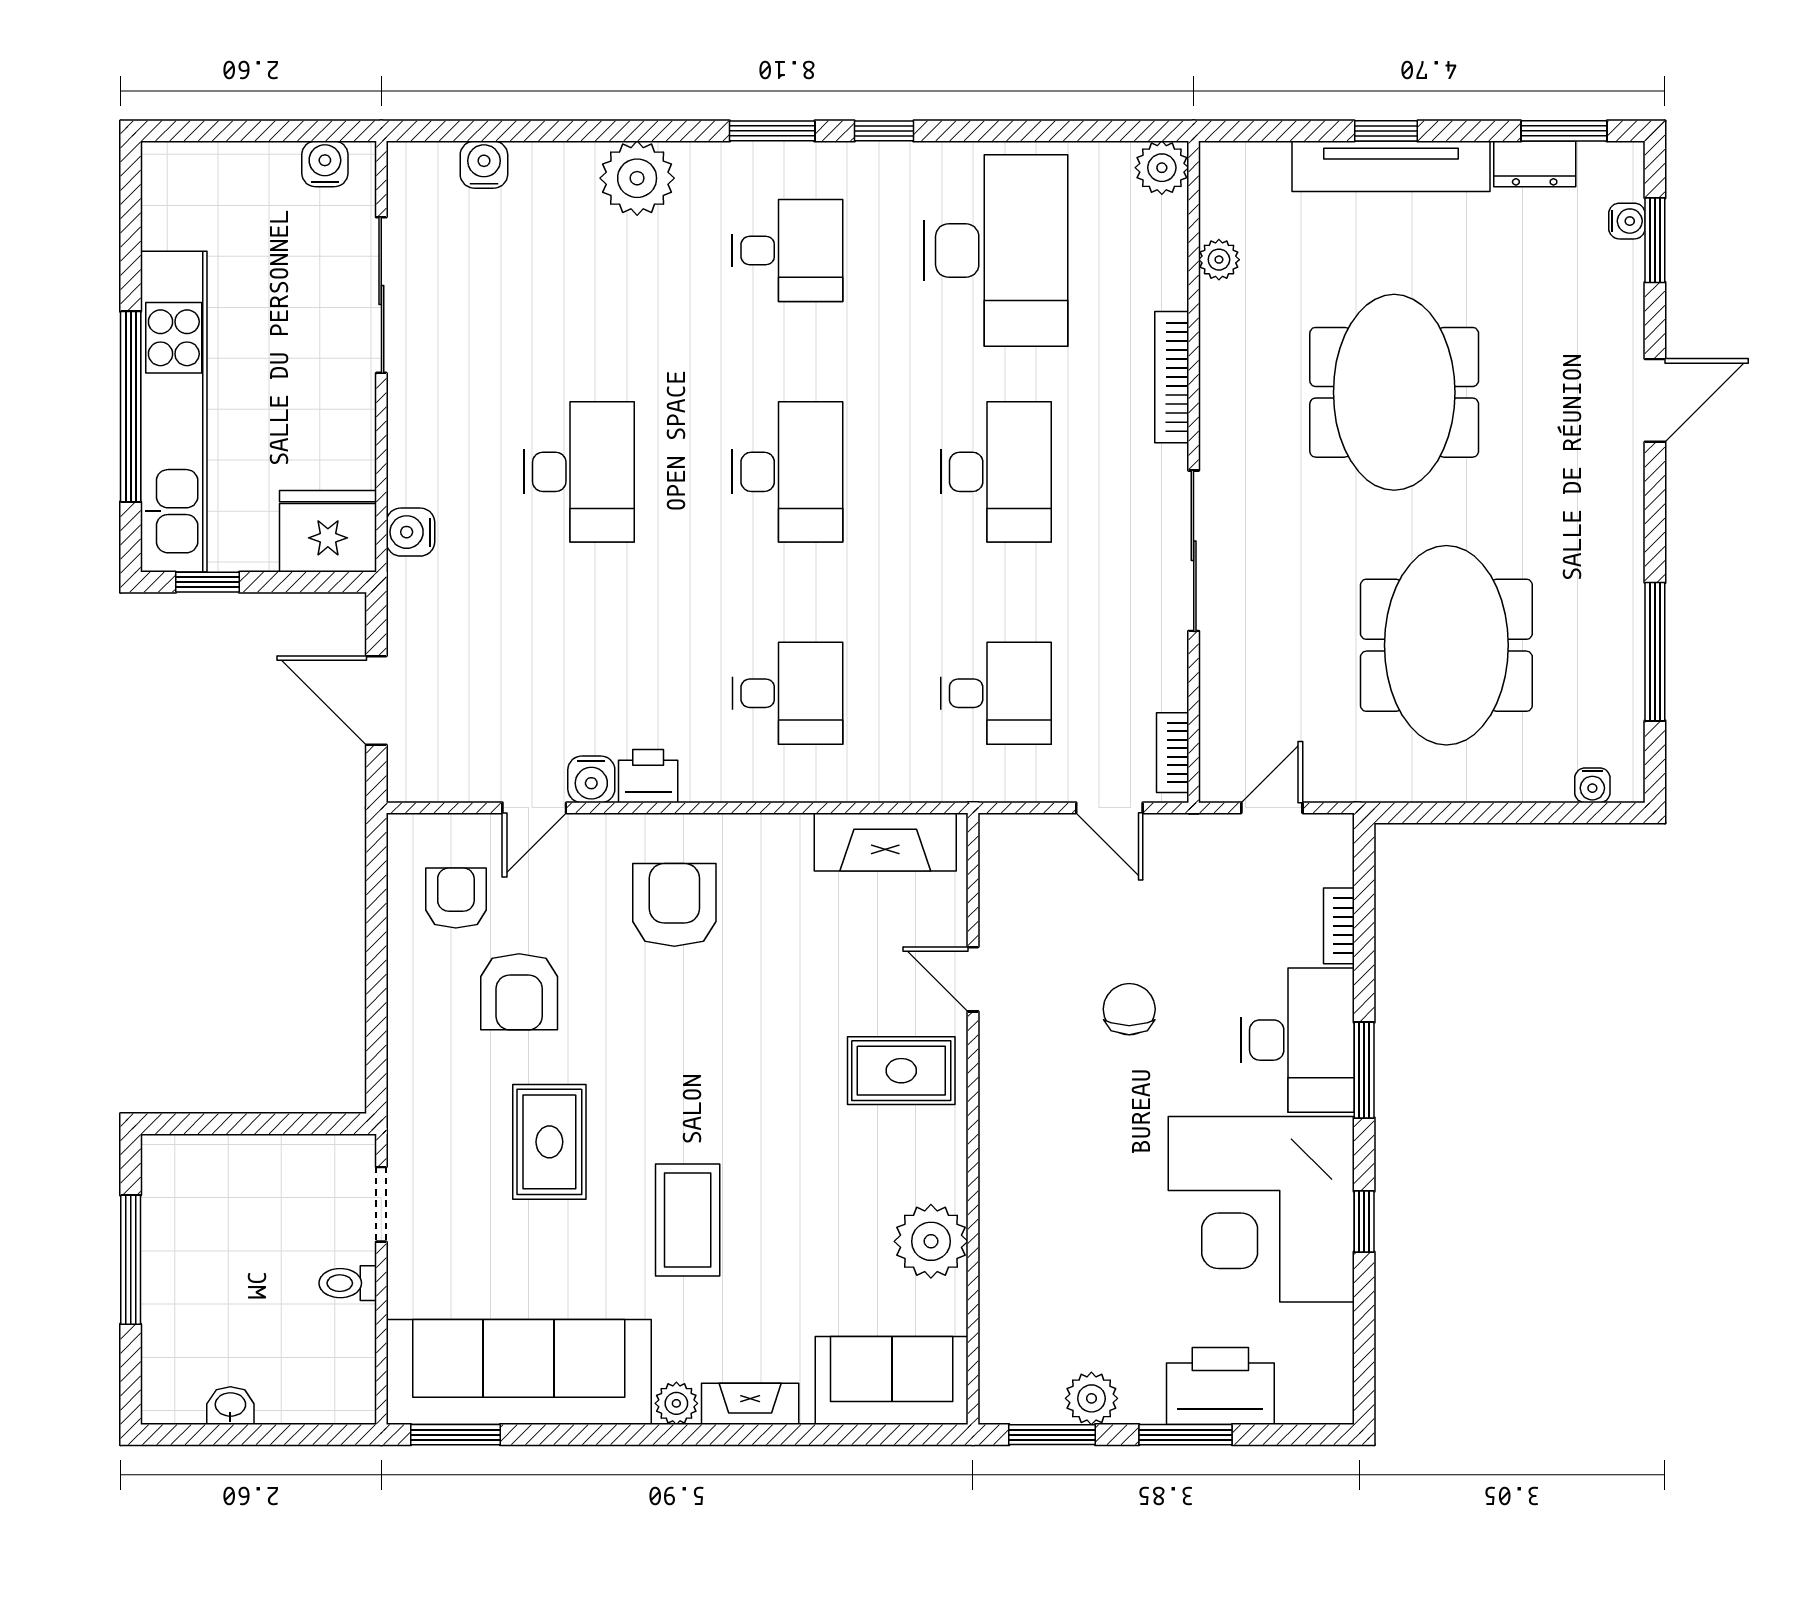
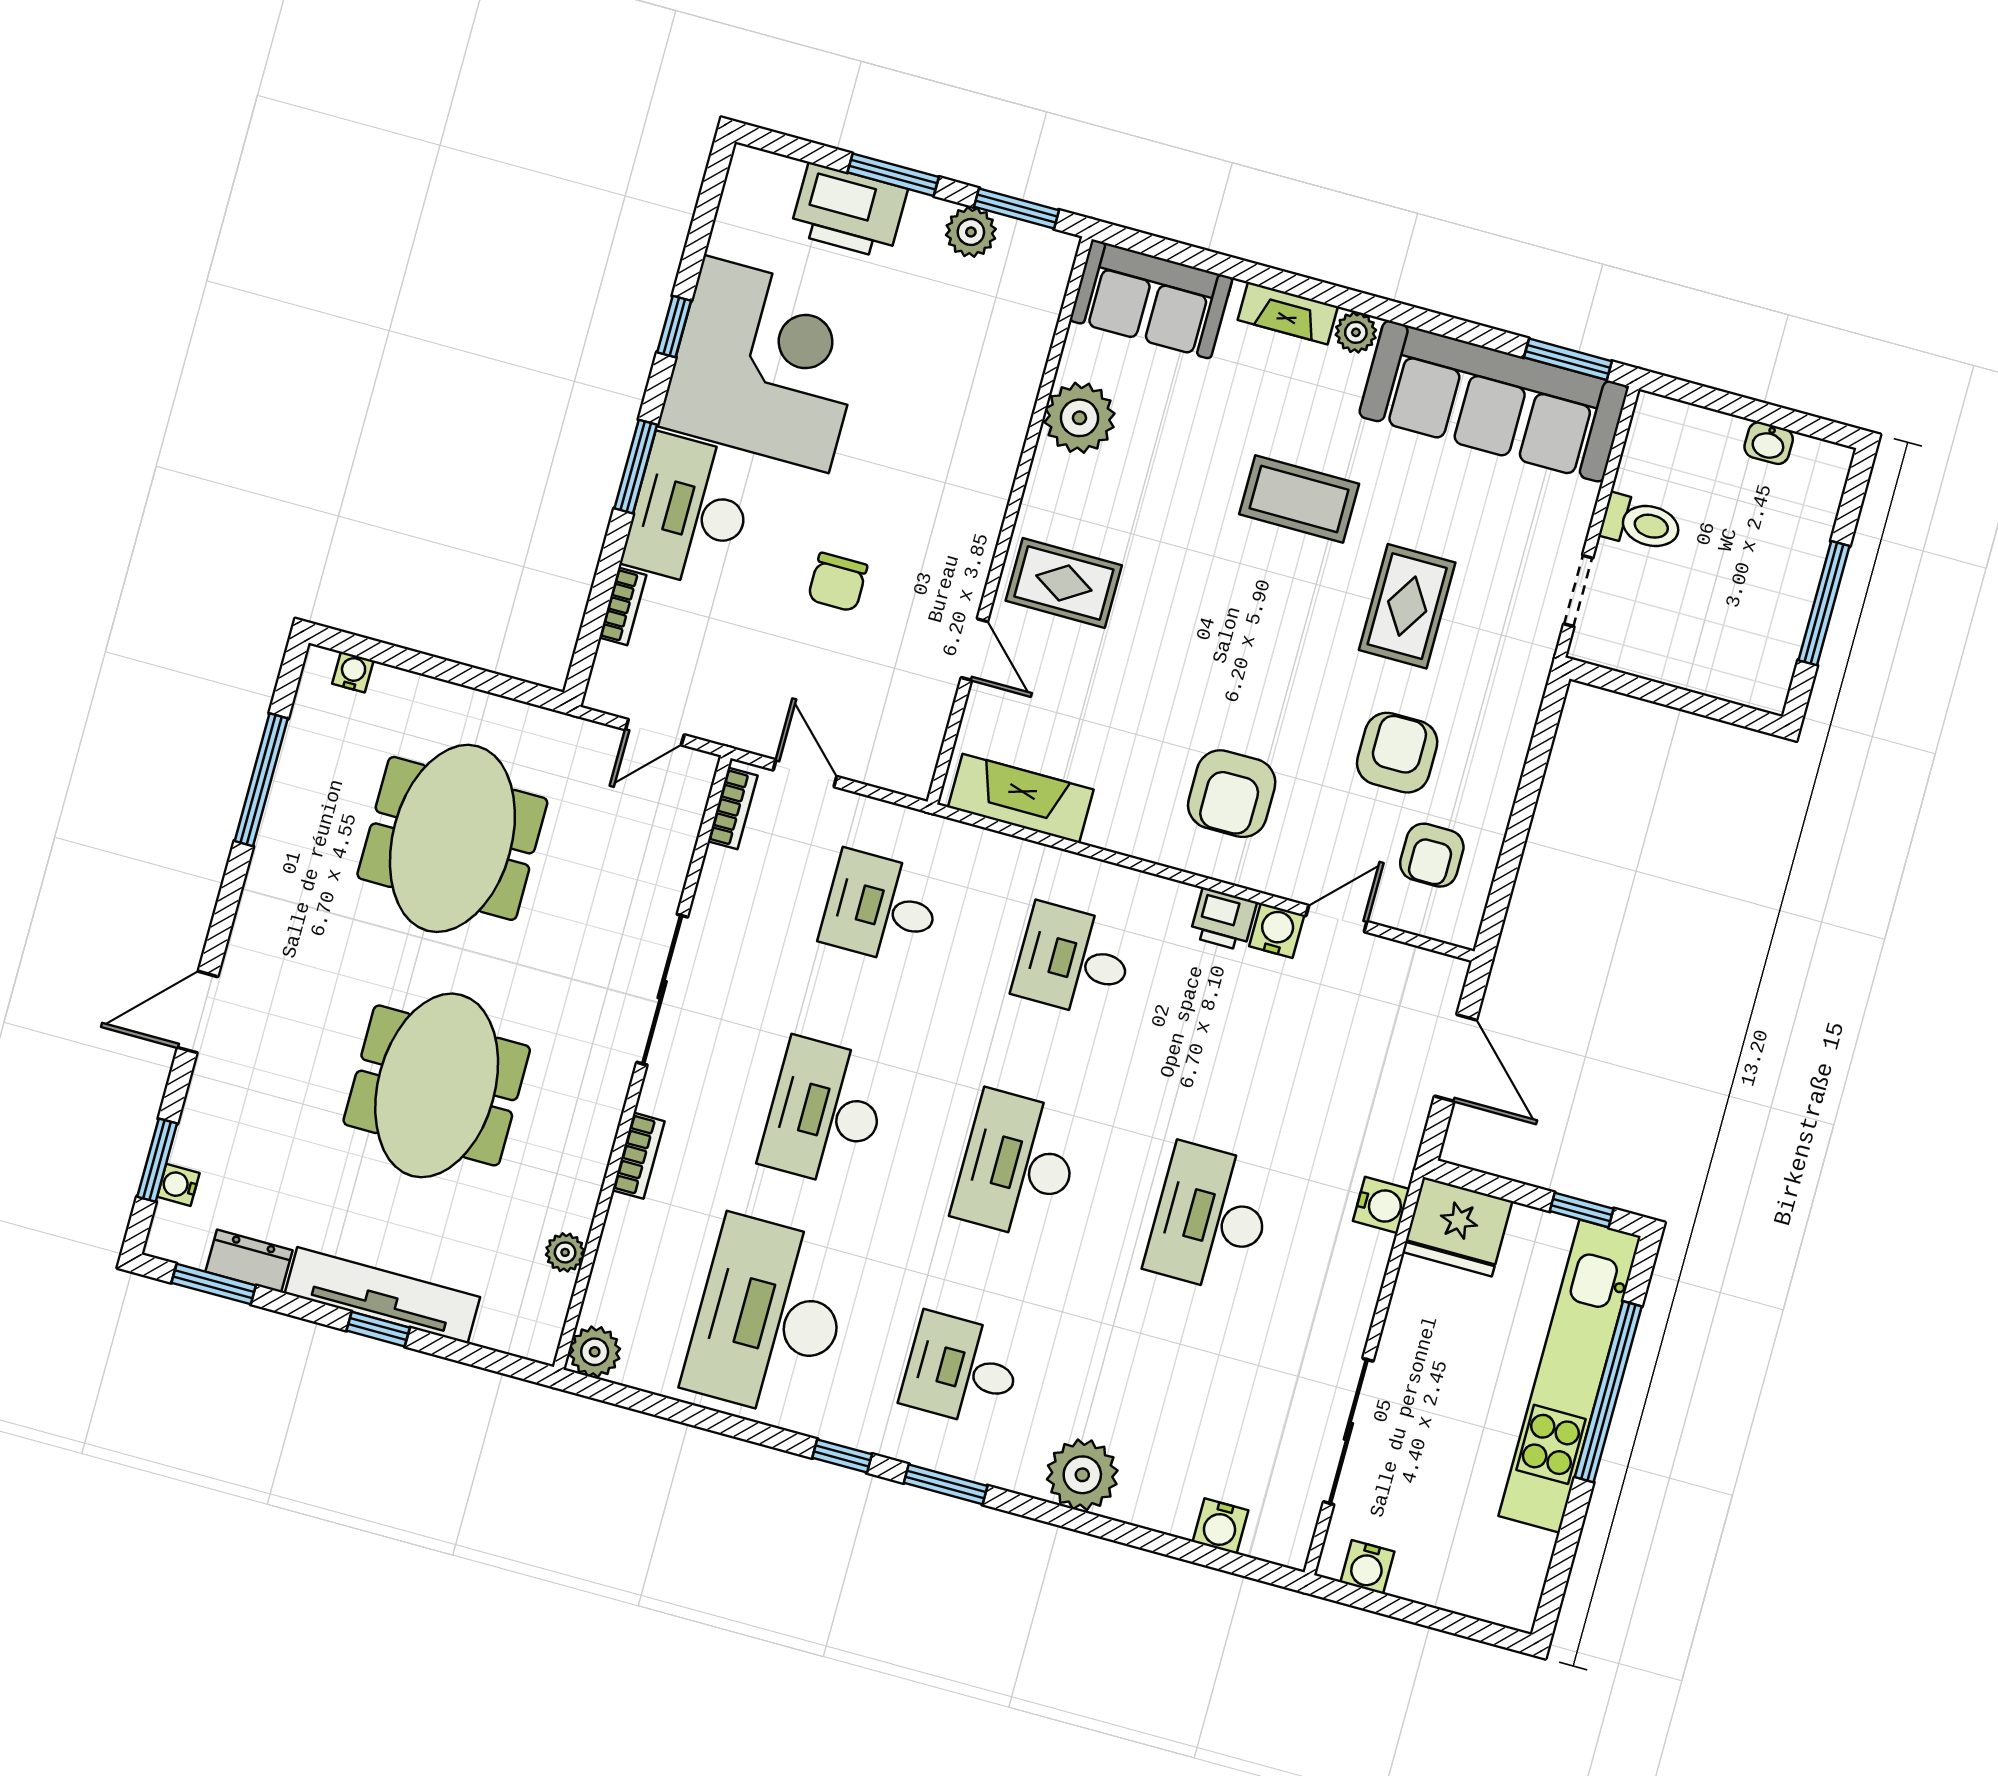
bookcase: (1172, 377) -> (638, 1156), width x0.64
coffee table: (688, 1220) -> (1299, 499), turned 90
toilet: (348, 1283) -> (1641, 523), width x1.37, depth x1.39

